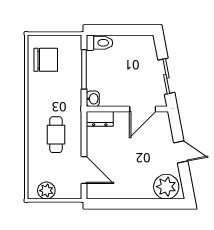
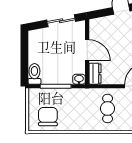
door: (143, 109) -> (87, 50), moved
cafe table: (56, 135) -> (108, 109), turned 90

